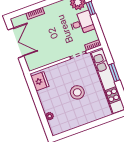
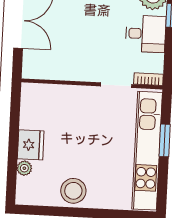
fridge: (40, 81) -> (31, 145), moved
stool: (77, 92) -> (73, 191), moved

